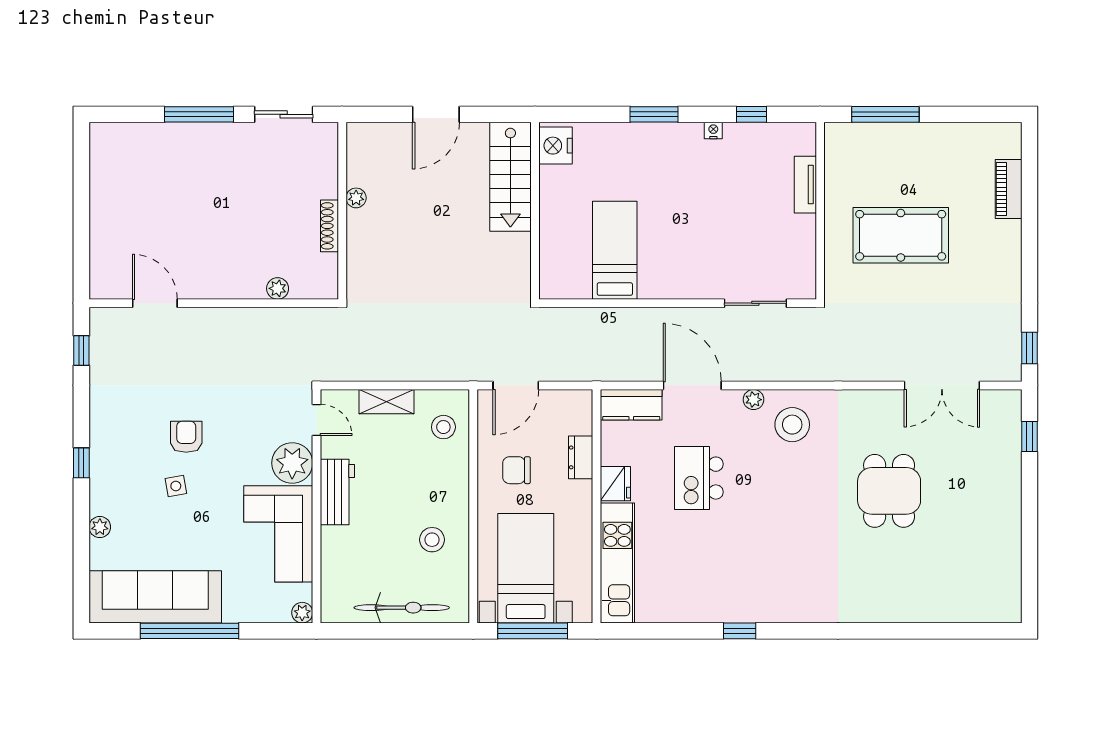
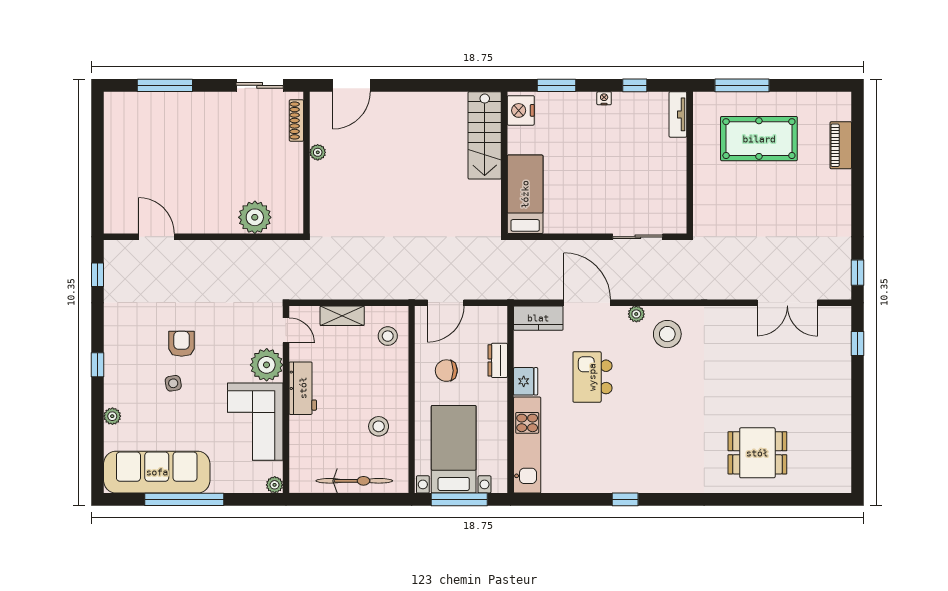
window: (199, 114) -> (165, 85), moved
door: (436, 114) -> (351, 85), moved
nightstand: (555, 146) -> (521, 110), moved
stairs: (510, 177) -> (485, 135), moved
tv unit: (805, 185) -> (678, 114), moved
wall: (535, 211) -> (504, 163), moved
shoe rack: (330, 226) -> (296, 121), moved
pool table: (901, 235) -> (759, 139), moved
plant: (278, 288) -> (255, 217), width x1.88, depth x1.88
dining table: (889, 491) -> (757, 453), moved, turned 90

